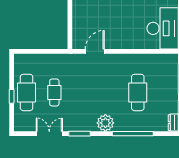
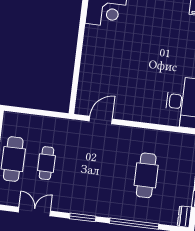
plant: (105, 123) -> (103, 207), removed
window: (79, 134) -> (83, 217), moved

